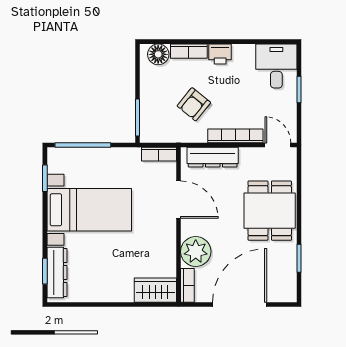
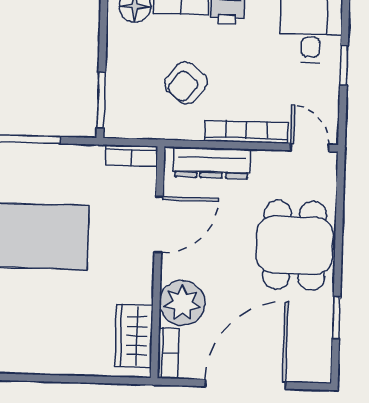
door: (178, 200) -> (159, 225), hinge flipped
wardrobe: (155, 290) -> (134, 336), moved, turned -90

